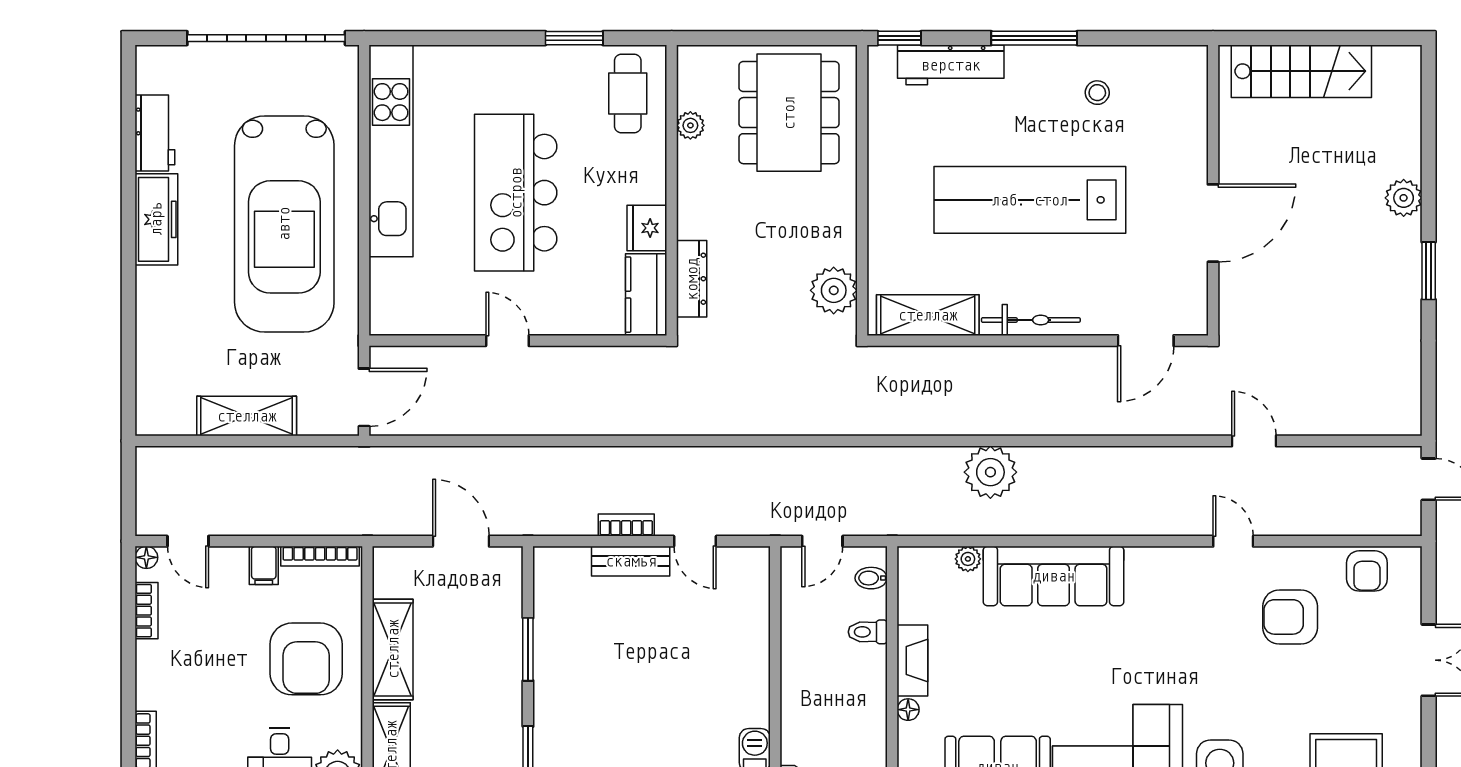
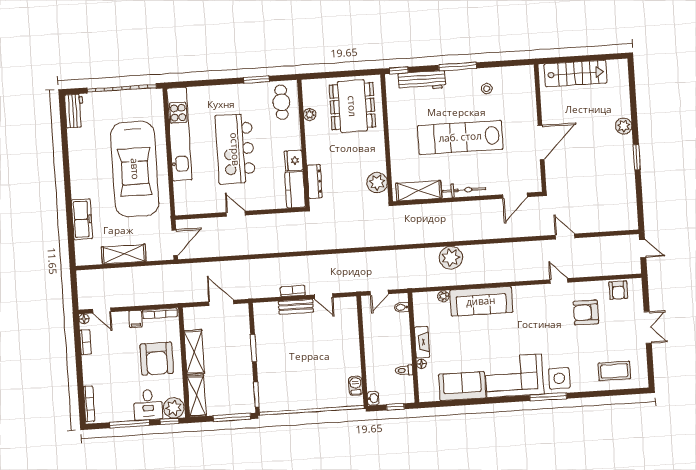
workbench: (155, 133) -> (74, 111), moved
freezer: (156, 219) -> (82, 219), moved
toilet: (868, 632) -> (404, 370), moved

